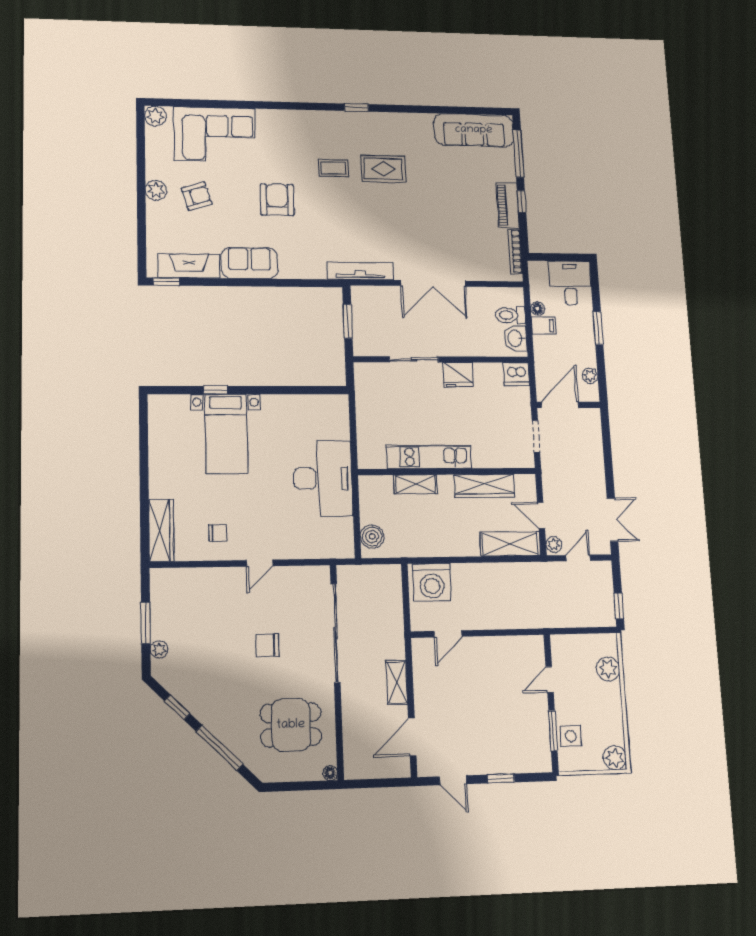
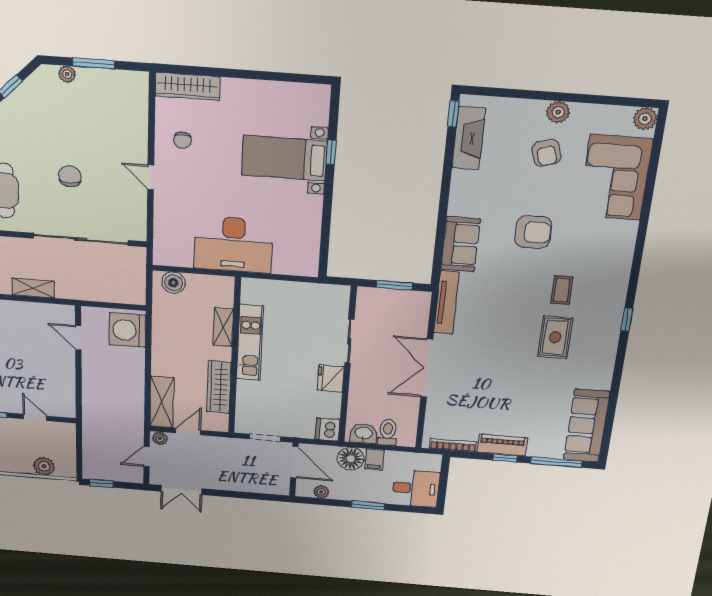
sofa: (249, 263) -> (460, 244), moved
floor lamp: (538, 309) -> (351, 459), moved, width x1.89, depth x1.89
door: (578, 558) -> (147, 457), swing flipped

